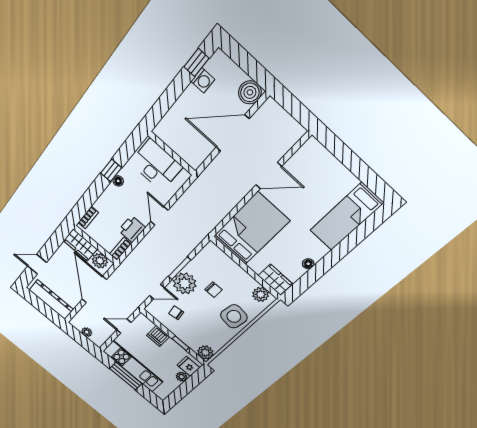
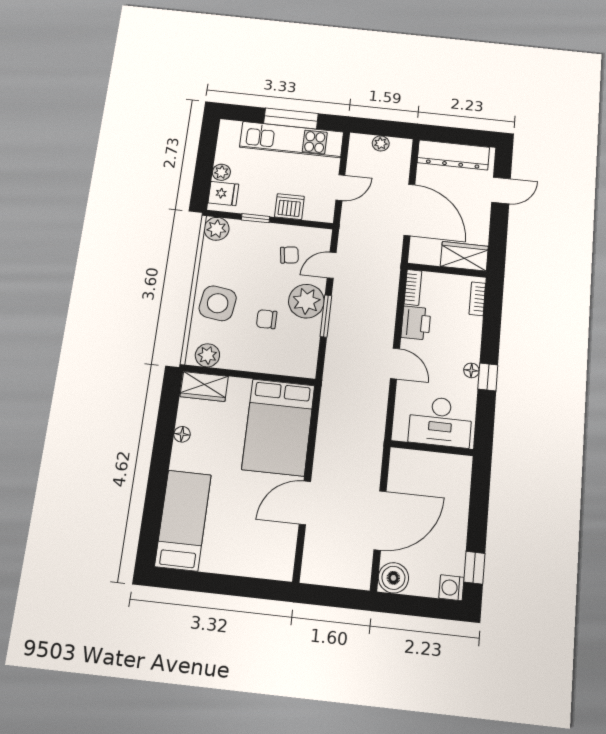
washing machine: (203, 80) -> (451, 588), moved
plant: (100, 261) -> (427, 253), removed

